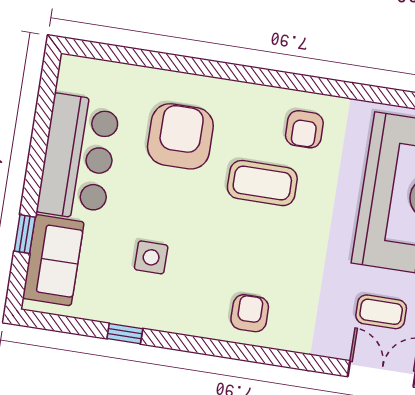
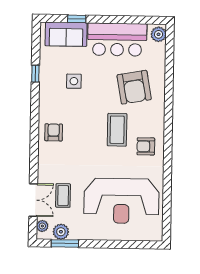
plant: (80, 72) -> (159, 34), added
armchair: (180, 136) -> (134, 87), turned 80
armchair: (250, 313) -> (54, 132), turned -90

